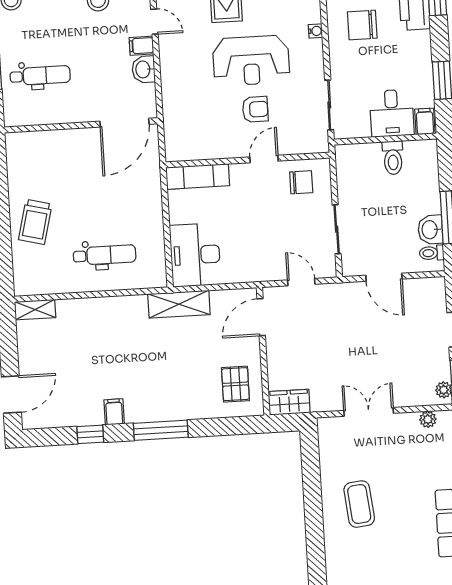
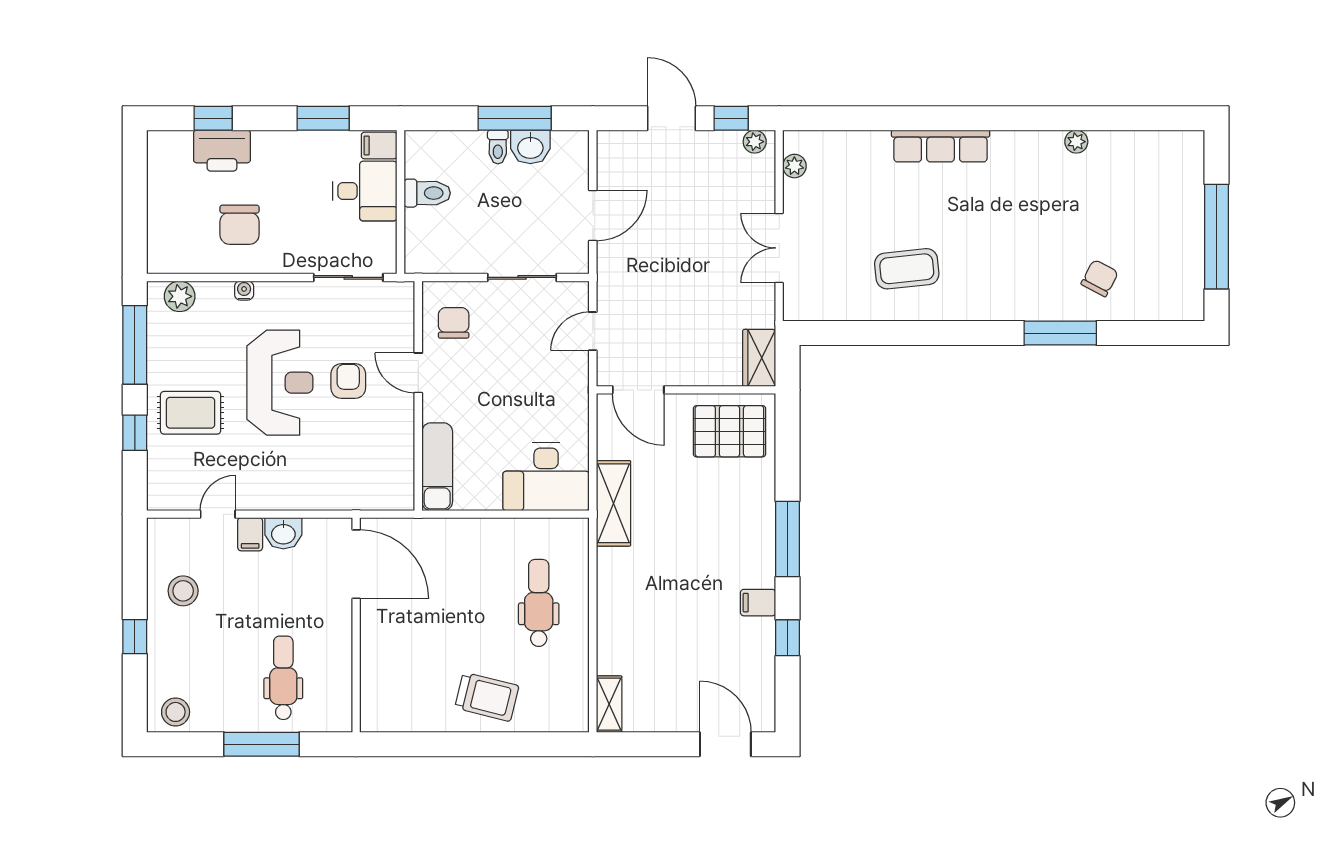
toilet: (432, 253) -> (498, 147), moved
pallet: (235, 384) -> (729, 431), width x1.50, depth x1.42

